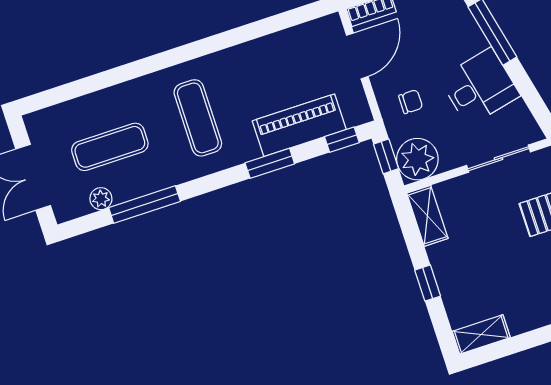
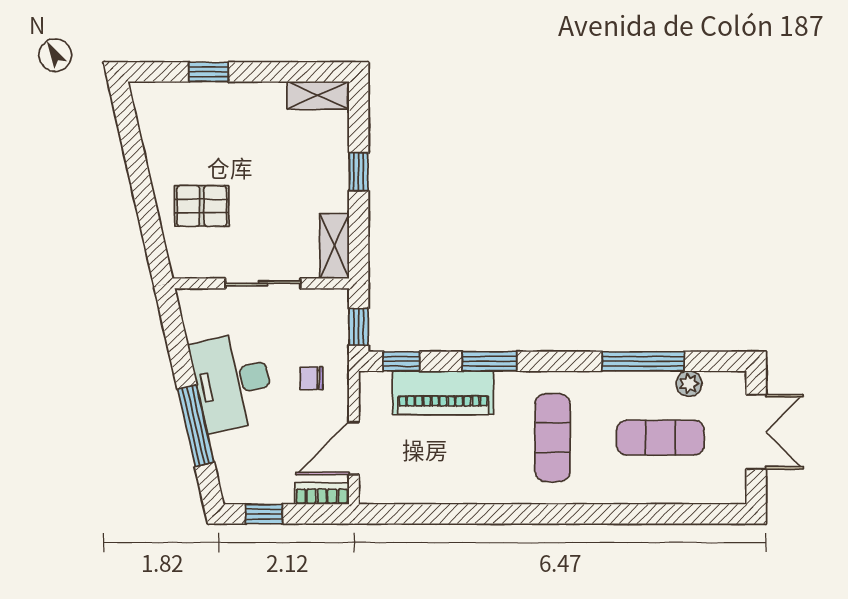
desk: (480, 87) -> (233, 382), width x1.37
plant: (417, 159) -> (325, 312), removed
sliding door: (498, 159) -> (263, 283), moved

